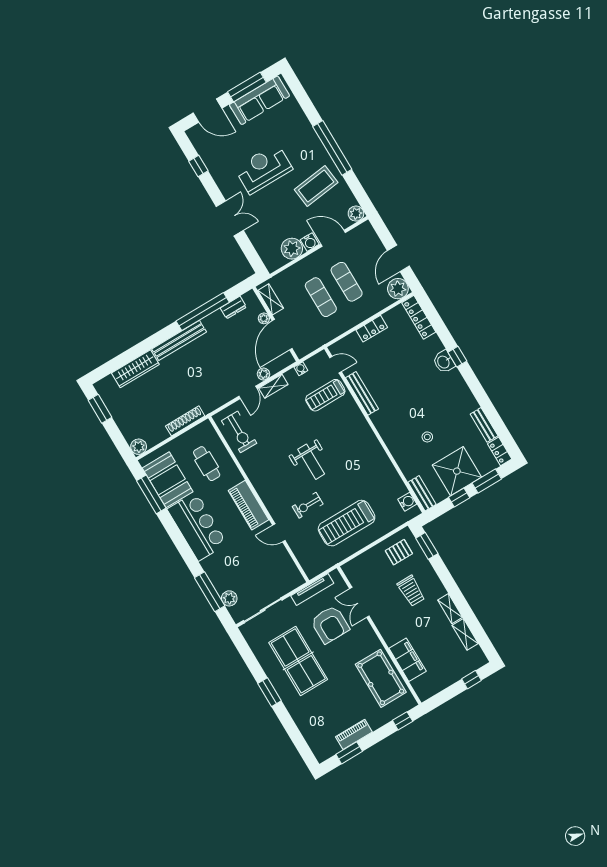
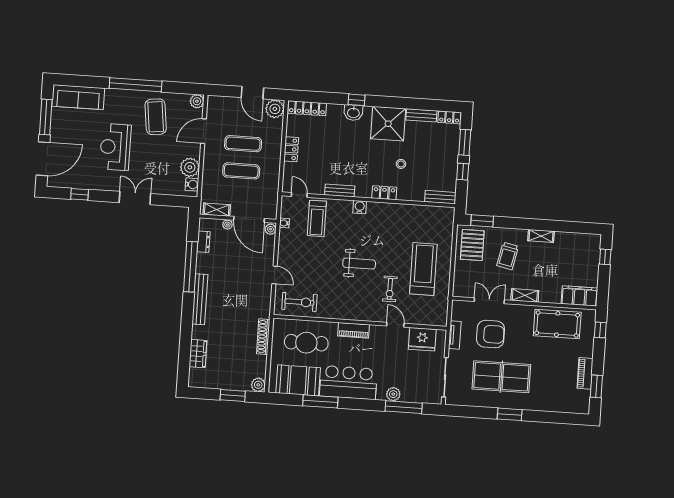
sofa: (259, 100) -> (78, 97), moved, turned 90
door: (207, 111) -> (43, 159), width x1.36
water cooler: (310, 242) -> (192, 184), moved
door: (336, 365) -> (299, 195), hinge flipped
wardrobe: (135, 369) -> (198, 354), width x0.67
plant: (263, 374) -> (270, 229), moved
shelving: (273, 386) -> (283, 253), removed
bench: (362, 393) -> (340, 191), width x0.73
window: (100, 409) -> (233, 395), moved
locker: (391, 440) -> (384, 193), added
cafe table: (207, 464) -> (306, 343), width x1.37, depth x1.35
shower: (457, 471) -> (388, 124), moved
window: (151, 494) -> (320, 401), moved
water cooler: (407, 502) -> (360, 207), moved
piano: (249, 505) -> (354, 330), width x0.73, depth x0.75
treadmill: (347, 523) -> (423, 269), turned 180
door: (279, 533) -> (395, 325), swing flipped
pallet: (399, 552) -> (472, 245), width x1.50, depth x1.42
fridge: (282, 566) -> (422, 339), added
tv unit: (312, 590) -> (455, 335), width x0.71
trolley: (411, 591) -> (508, 256), turned 102
plant: (229, 598) -> (393, 394), moved
double door: (359, 602) -> (489, 301), swing flipped
shelving: (465, 634) -> (525, 295), moved
filing cabinet: (408, 660) -> (579, 296), moved

